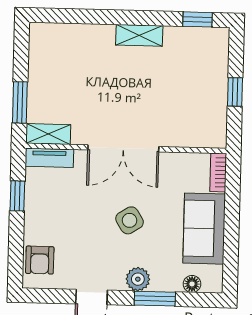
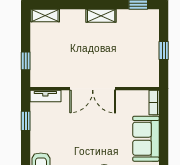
window: (20, 102) -> (26, 61), width x0.67
shelving: (48, 134) -> (45, 15), moved
side table: (130, 220) -> (98, 135), removed

